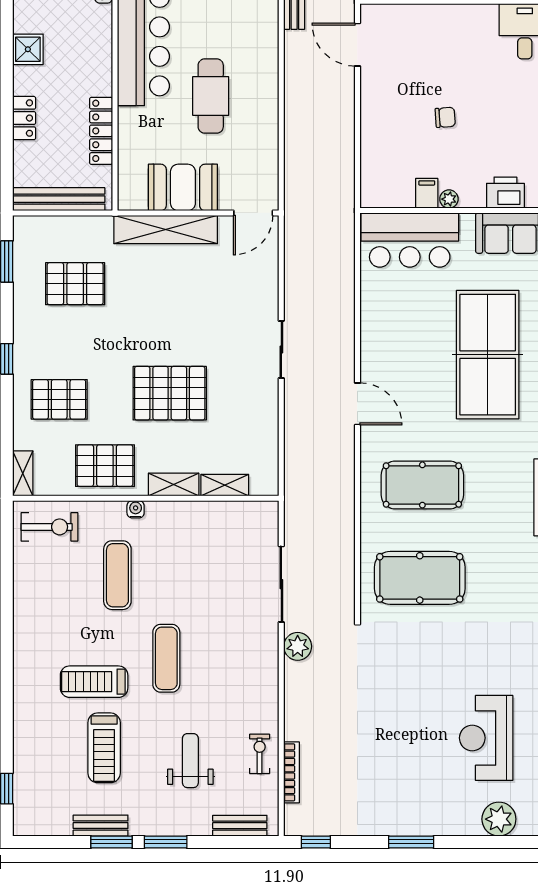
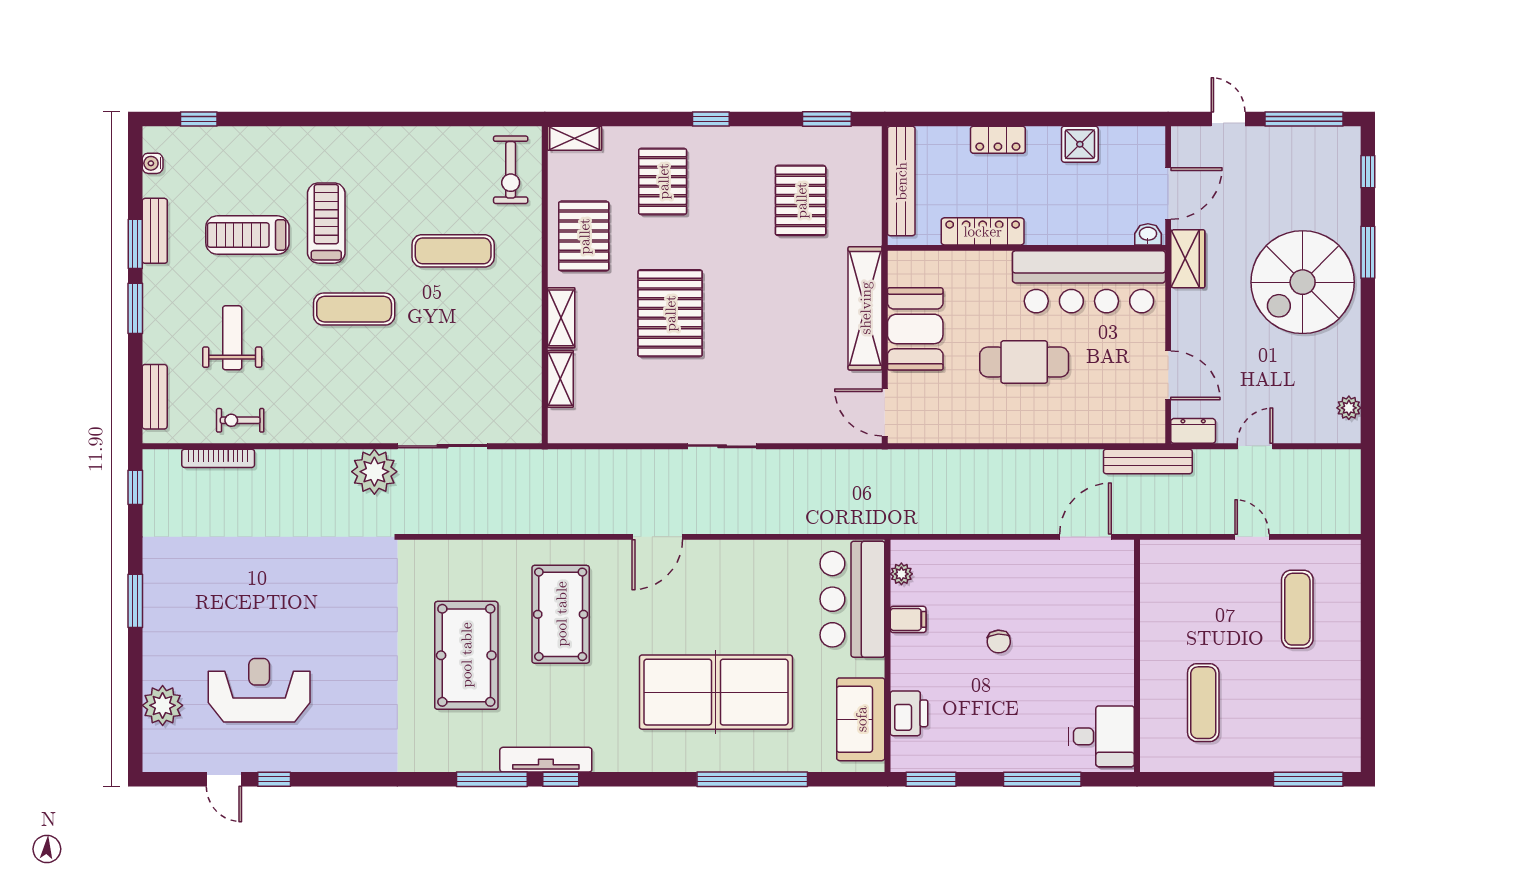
plant: (449, 199) -> (901, 574), moved
water cooler: (136, 509) -> (153, 163), moved, turned 180
pool table: (420, 578) -> (466, 655), moved
plant: (298, 646) -> (374, 472), width x1.36, depth x1.36
exercise bike: (260, 754) -> (240, 420), turned 180
weight bench: (190, 761) -> (232, 338), turned -90

